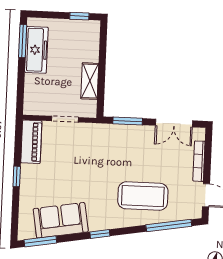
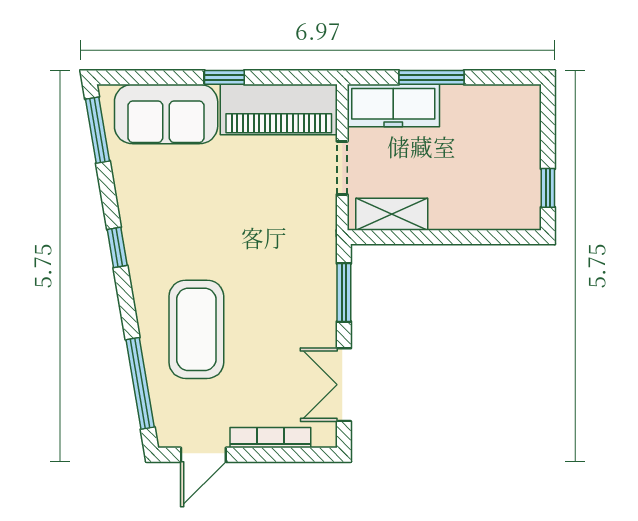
window: (23, 41) -> (431, 77), moved
freezer: (36, 50) -> (393, 106), moved
shelving: (90, 81) -> (392, 214), moved
piano: (31, 142) -> (279, 110), width x1.37, depth x1.33
sofa: (61, 220) -> (166, 114), moved, turned 100

